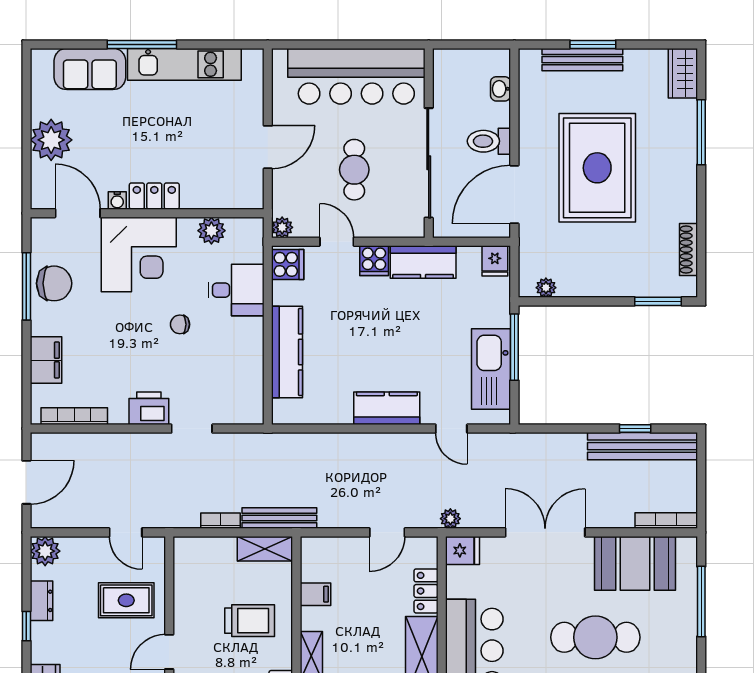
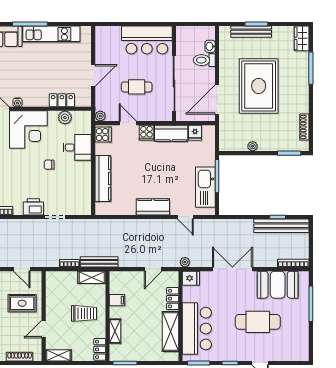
bar counter: (356, 76) -> (147, 40), width x0.73
toilet: (489, 141) -> (204, 60), moved
cafe table: (354, 170) -> (137, 87), turned 90
locker: (154, 196) -> (62, 100), moved
fridge: (495, 261) -> (195, 133), moved
plant: (546, 288) -> (253, 146), moved

